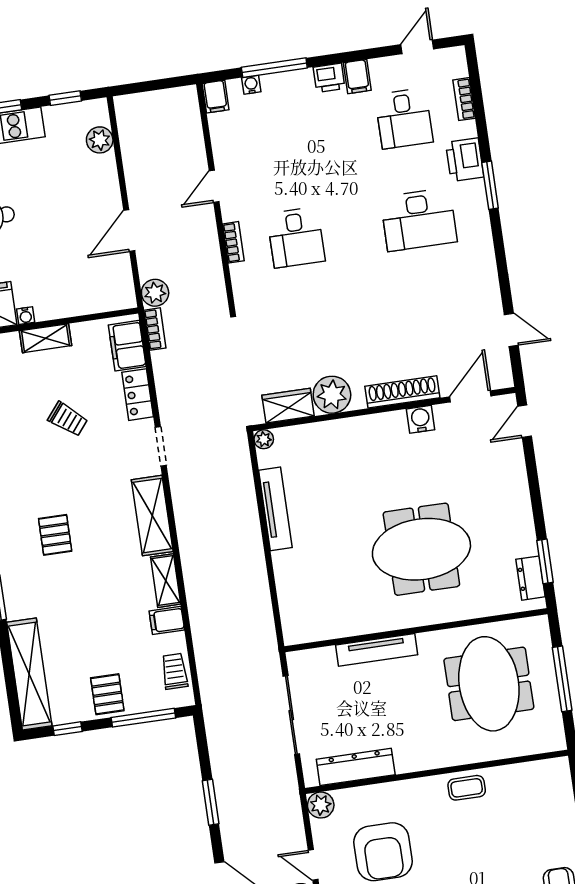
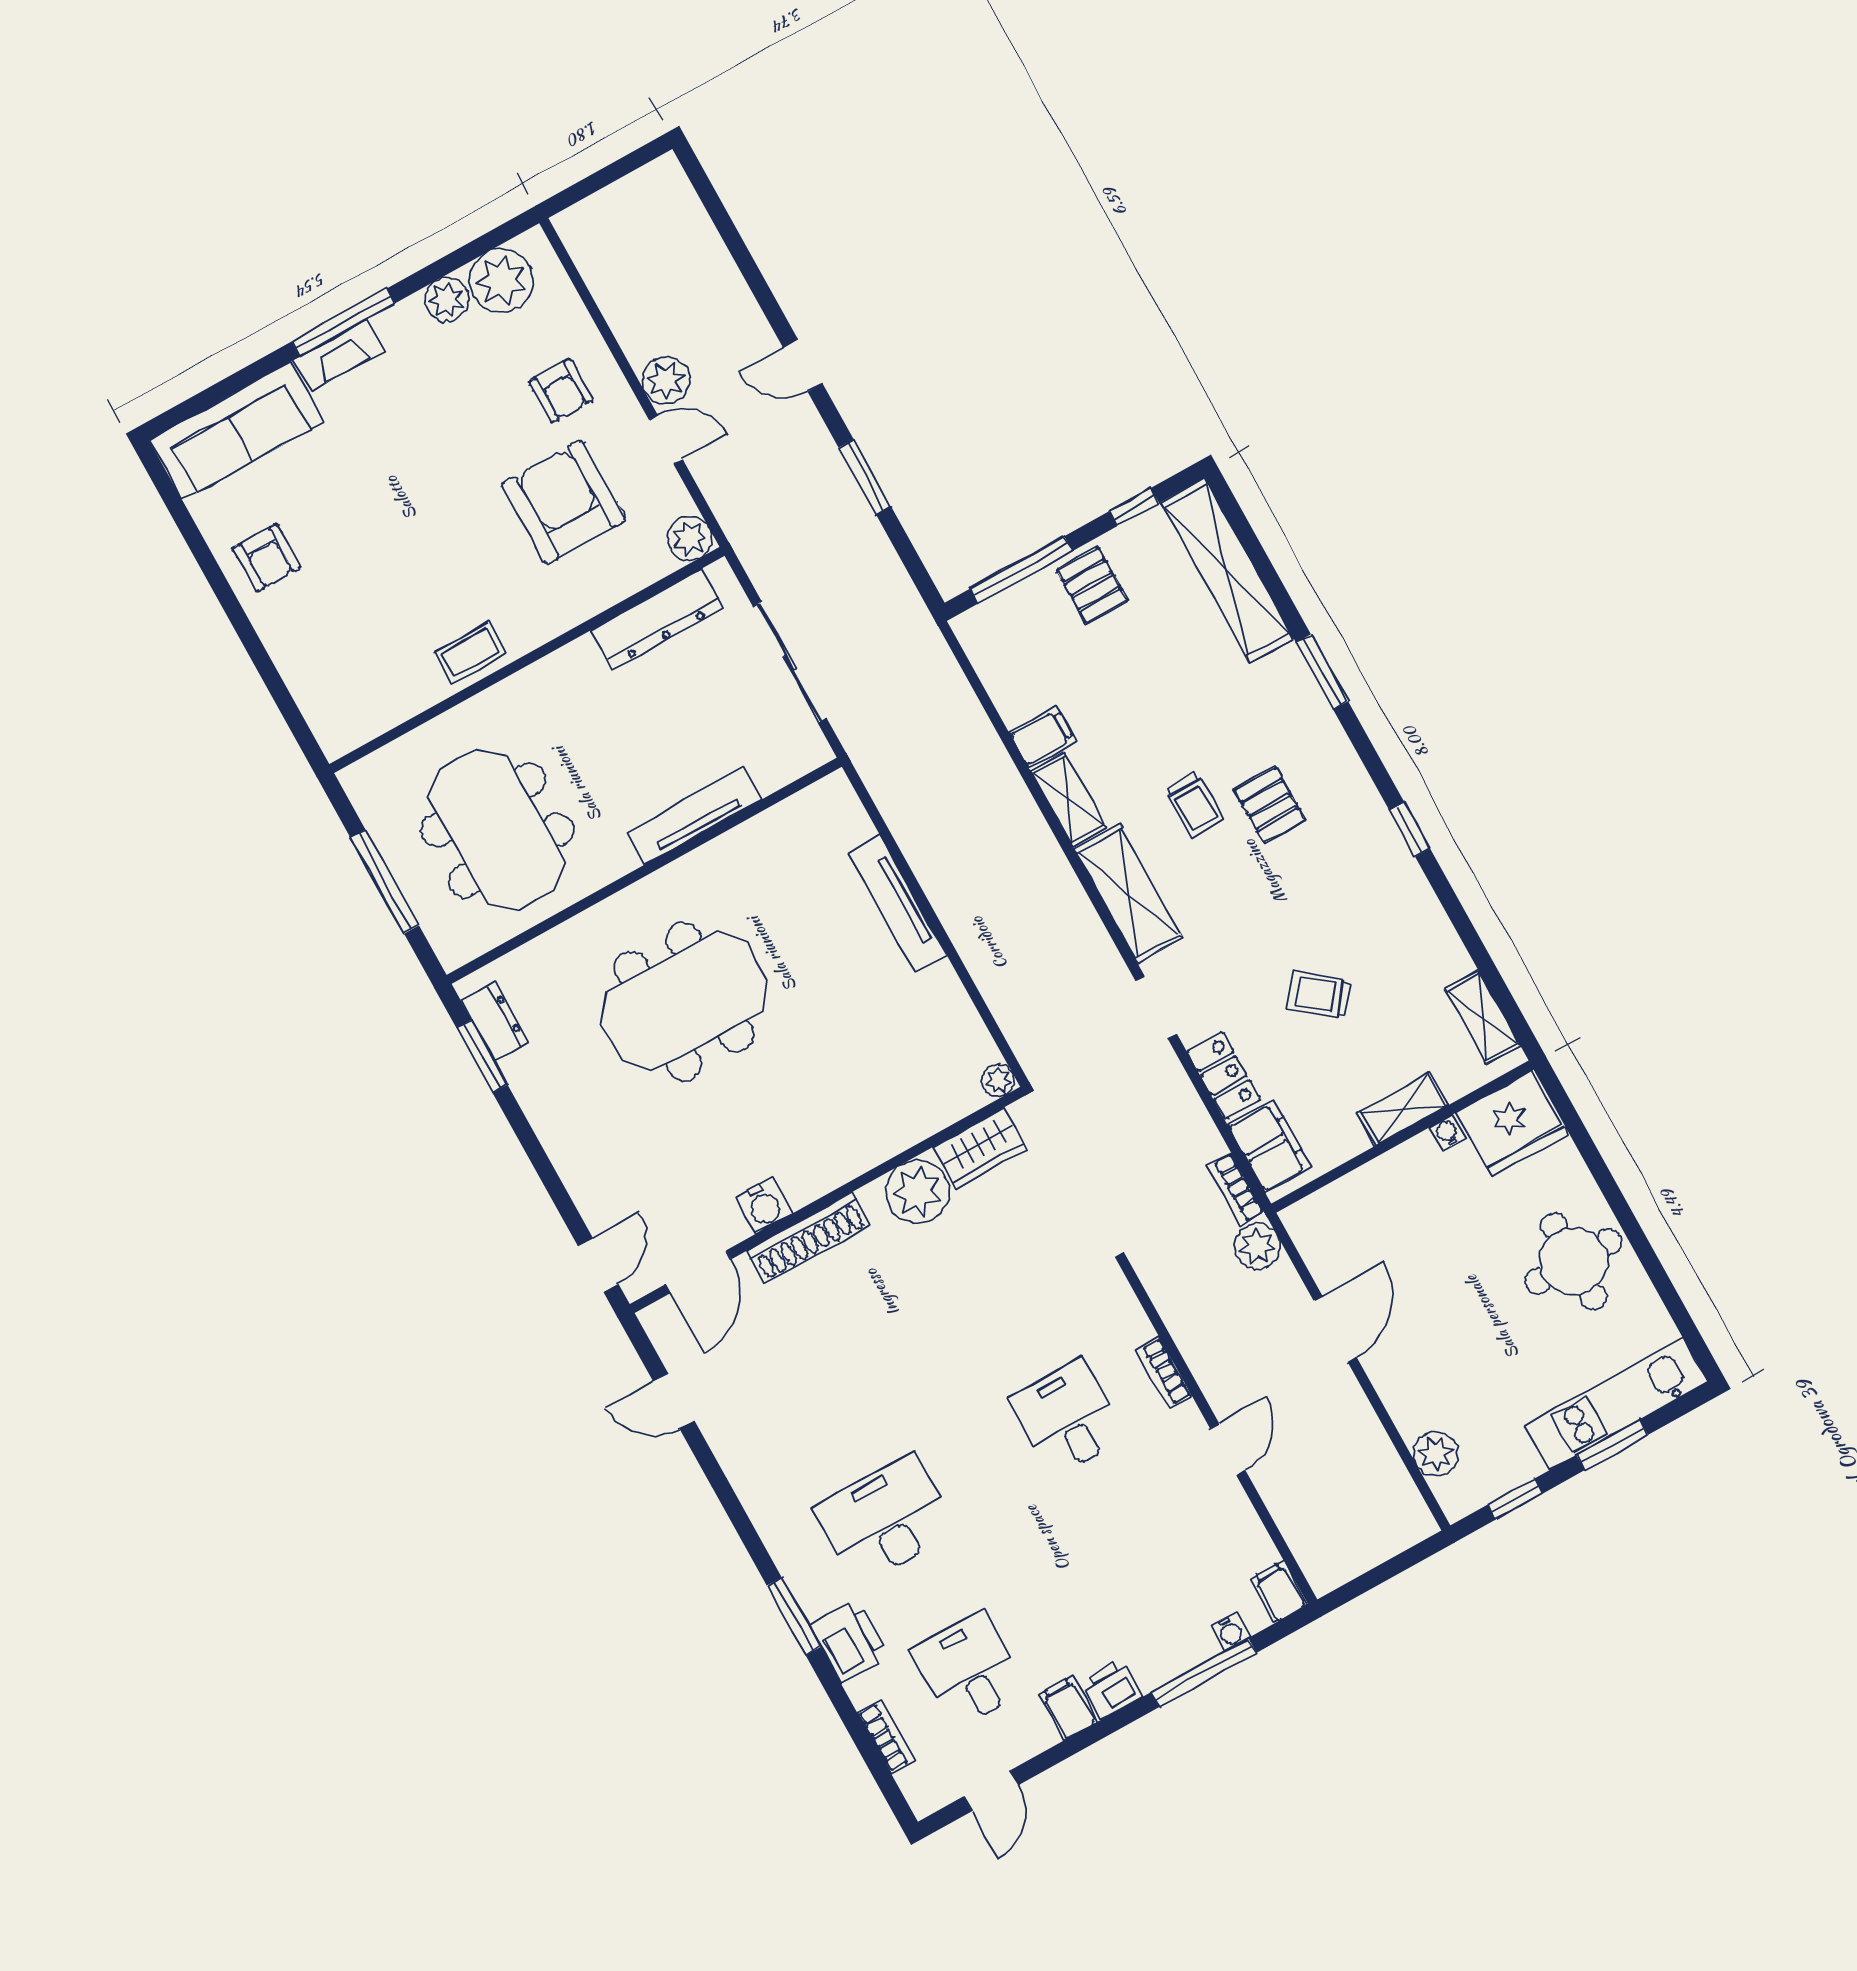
tv unit: (275, 509) -> (897, 904), moved
trolley: (175, 671) -> (1194, 805), moved

